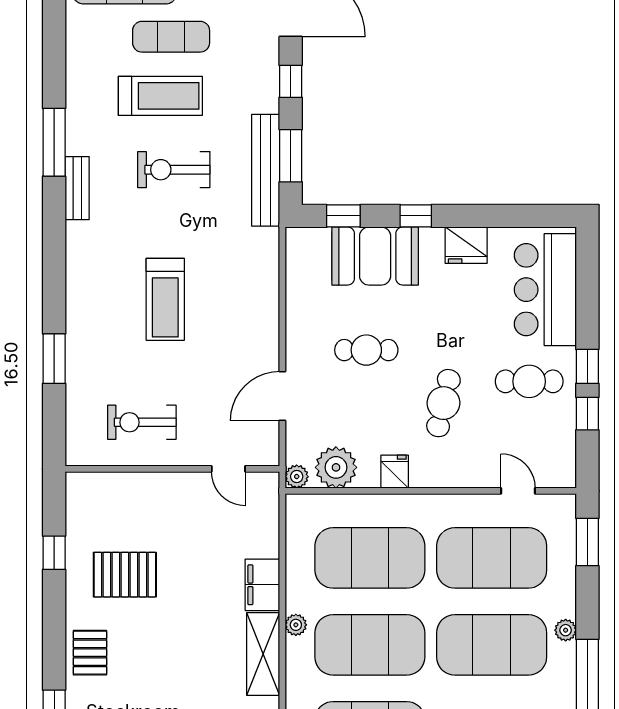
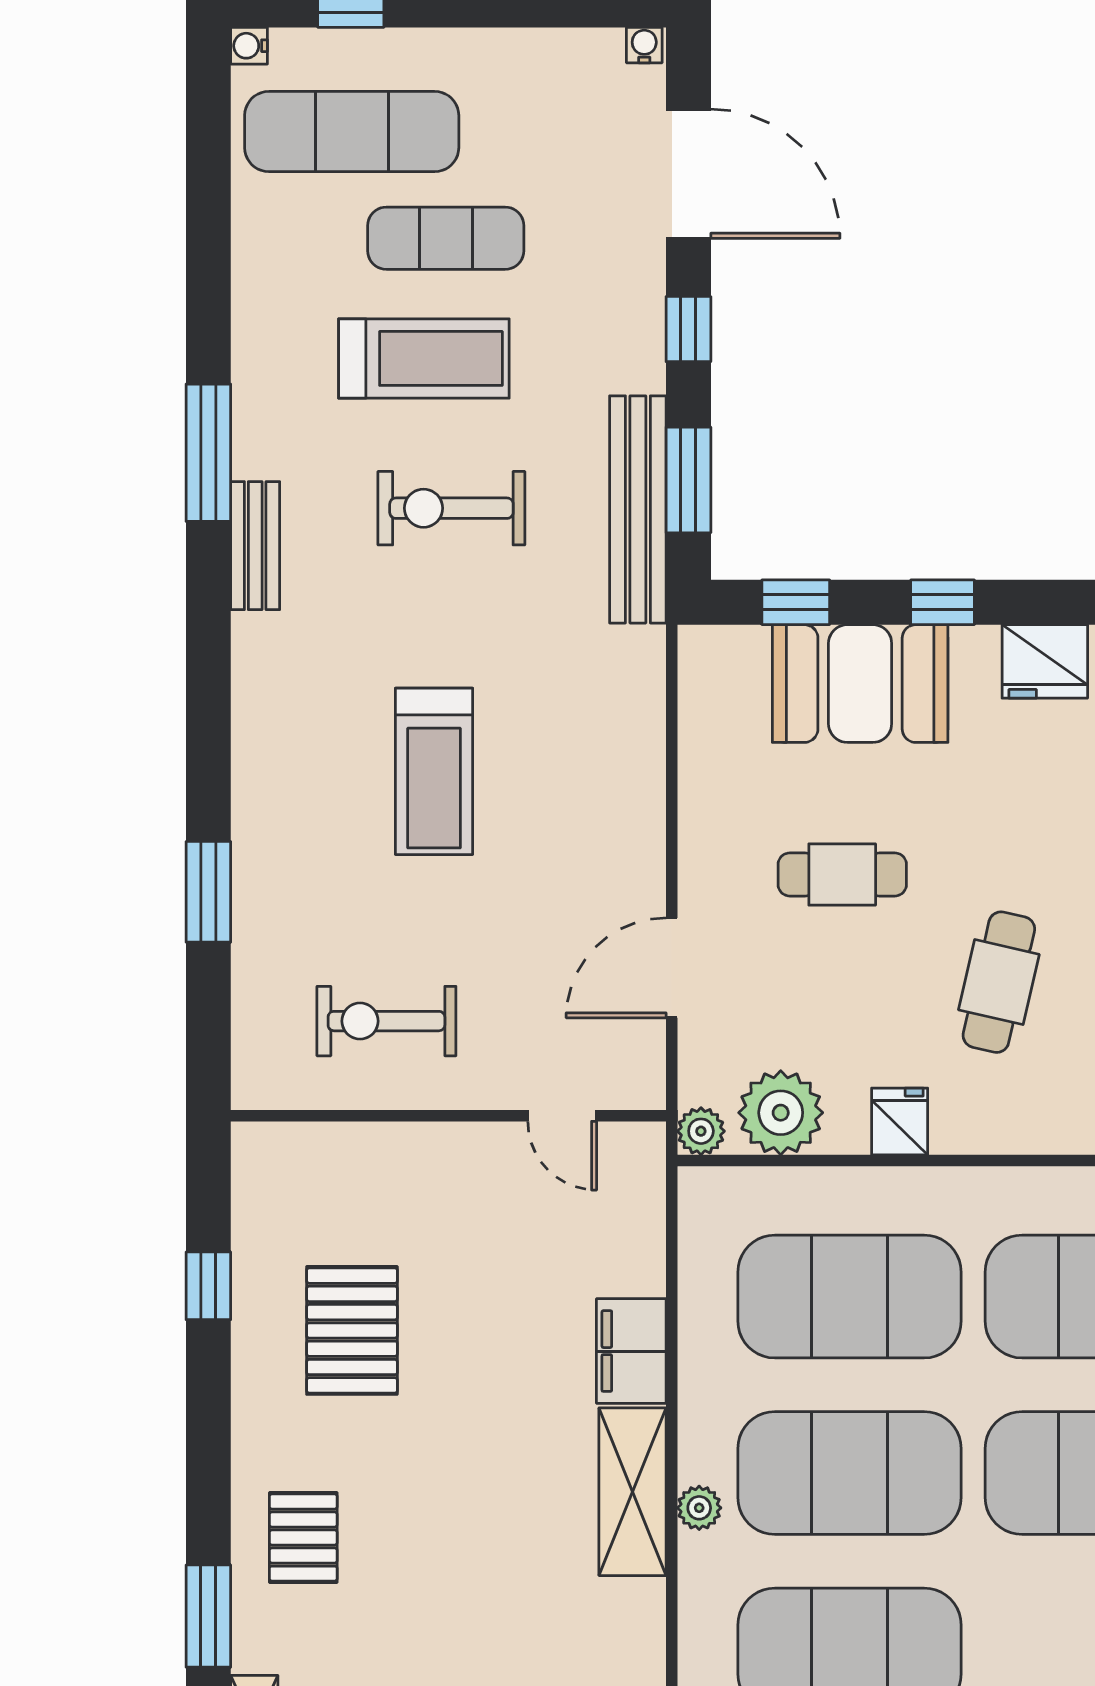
pallet: (125, 575) -> (352, 1330), turned 90
plant: (296, 625) -> (699, 1508), moved
pallet: (90, 653) -> (303, 1538), moved

